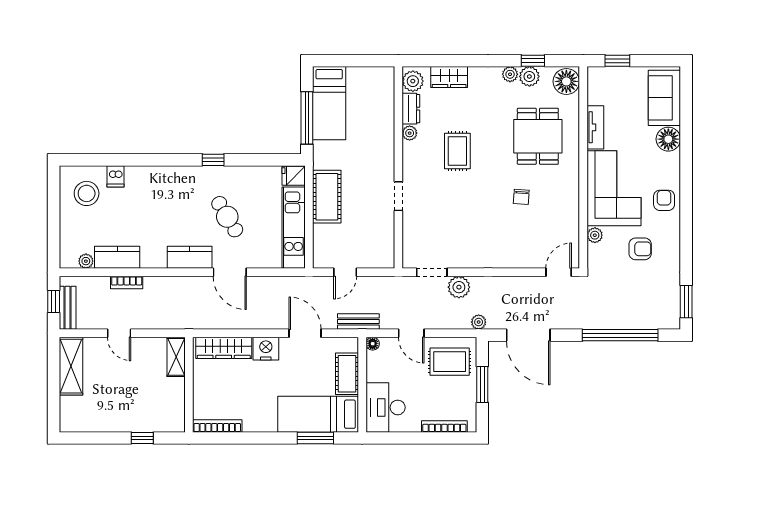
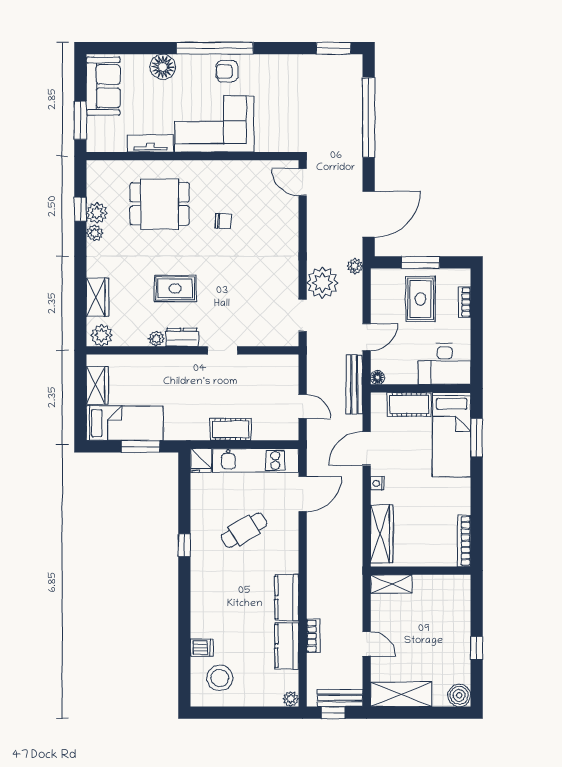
window: (617, 61) -> (80, 120), width x1.50
wardrobe: (365, 77) -> (97, 385), added
floor lamp: (566, 81) -> (102, 174), removed
sofa: (664, 98) -> (103, 86), moved, turned -90
dresser: (411, 109) -> (182, 337), moved
window: (307, 118) -> (140, 446), width x0.69
window: (686, 189) -> (215, 48), added
cot: (327, 197) -> (231, 429), width x0.73, depth x0.75
plant: (595, 235) -> (264, 144), removed
armchair: (640, 249) -> (278, 96), removed
kitchen counter: (190, 257) -> (287, 597), moved
plant: (86, 261) -> (291, 699), moved
door: (230, 272) -> (303, 494), moved
plant: (459, 287) -> (322, 283), width x1.36, depth x1.36
bench: (358, 322) -> (354, 385), width x1.36
door: (119, 333) -> (367, 644), hinge flipped
nightstand: (266, 349) -> (377, 483), width x0.53, depth x0.56
rug: (450, 362) -> (420, 299), moved
boiler: (70, 421) -> (459, 695), added
bookcase: (444, 426) -> (465, 302), width x0.64
window: (142, 438) -> (477, 648), moved

